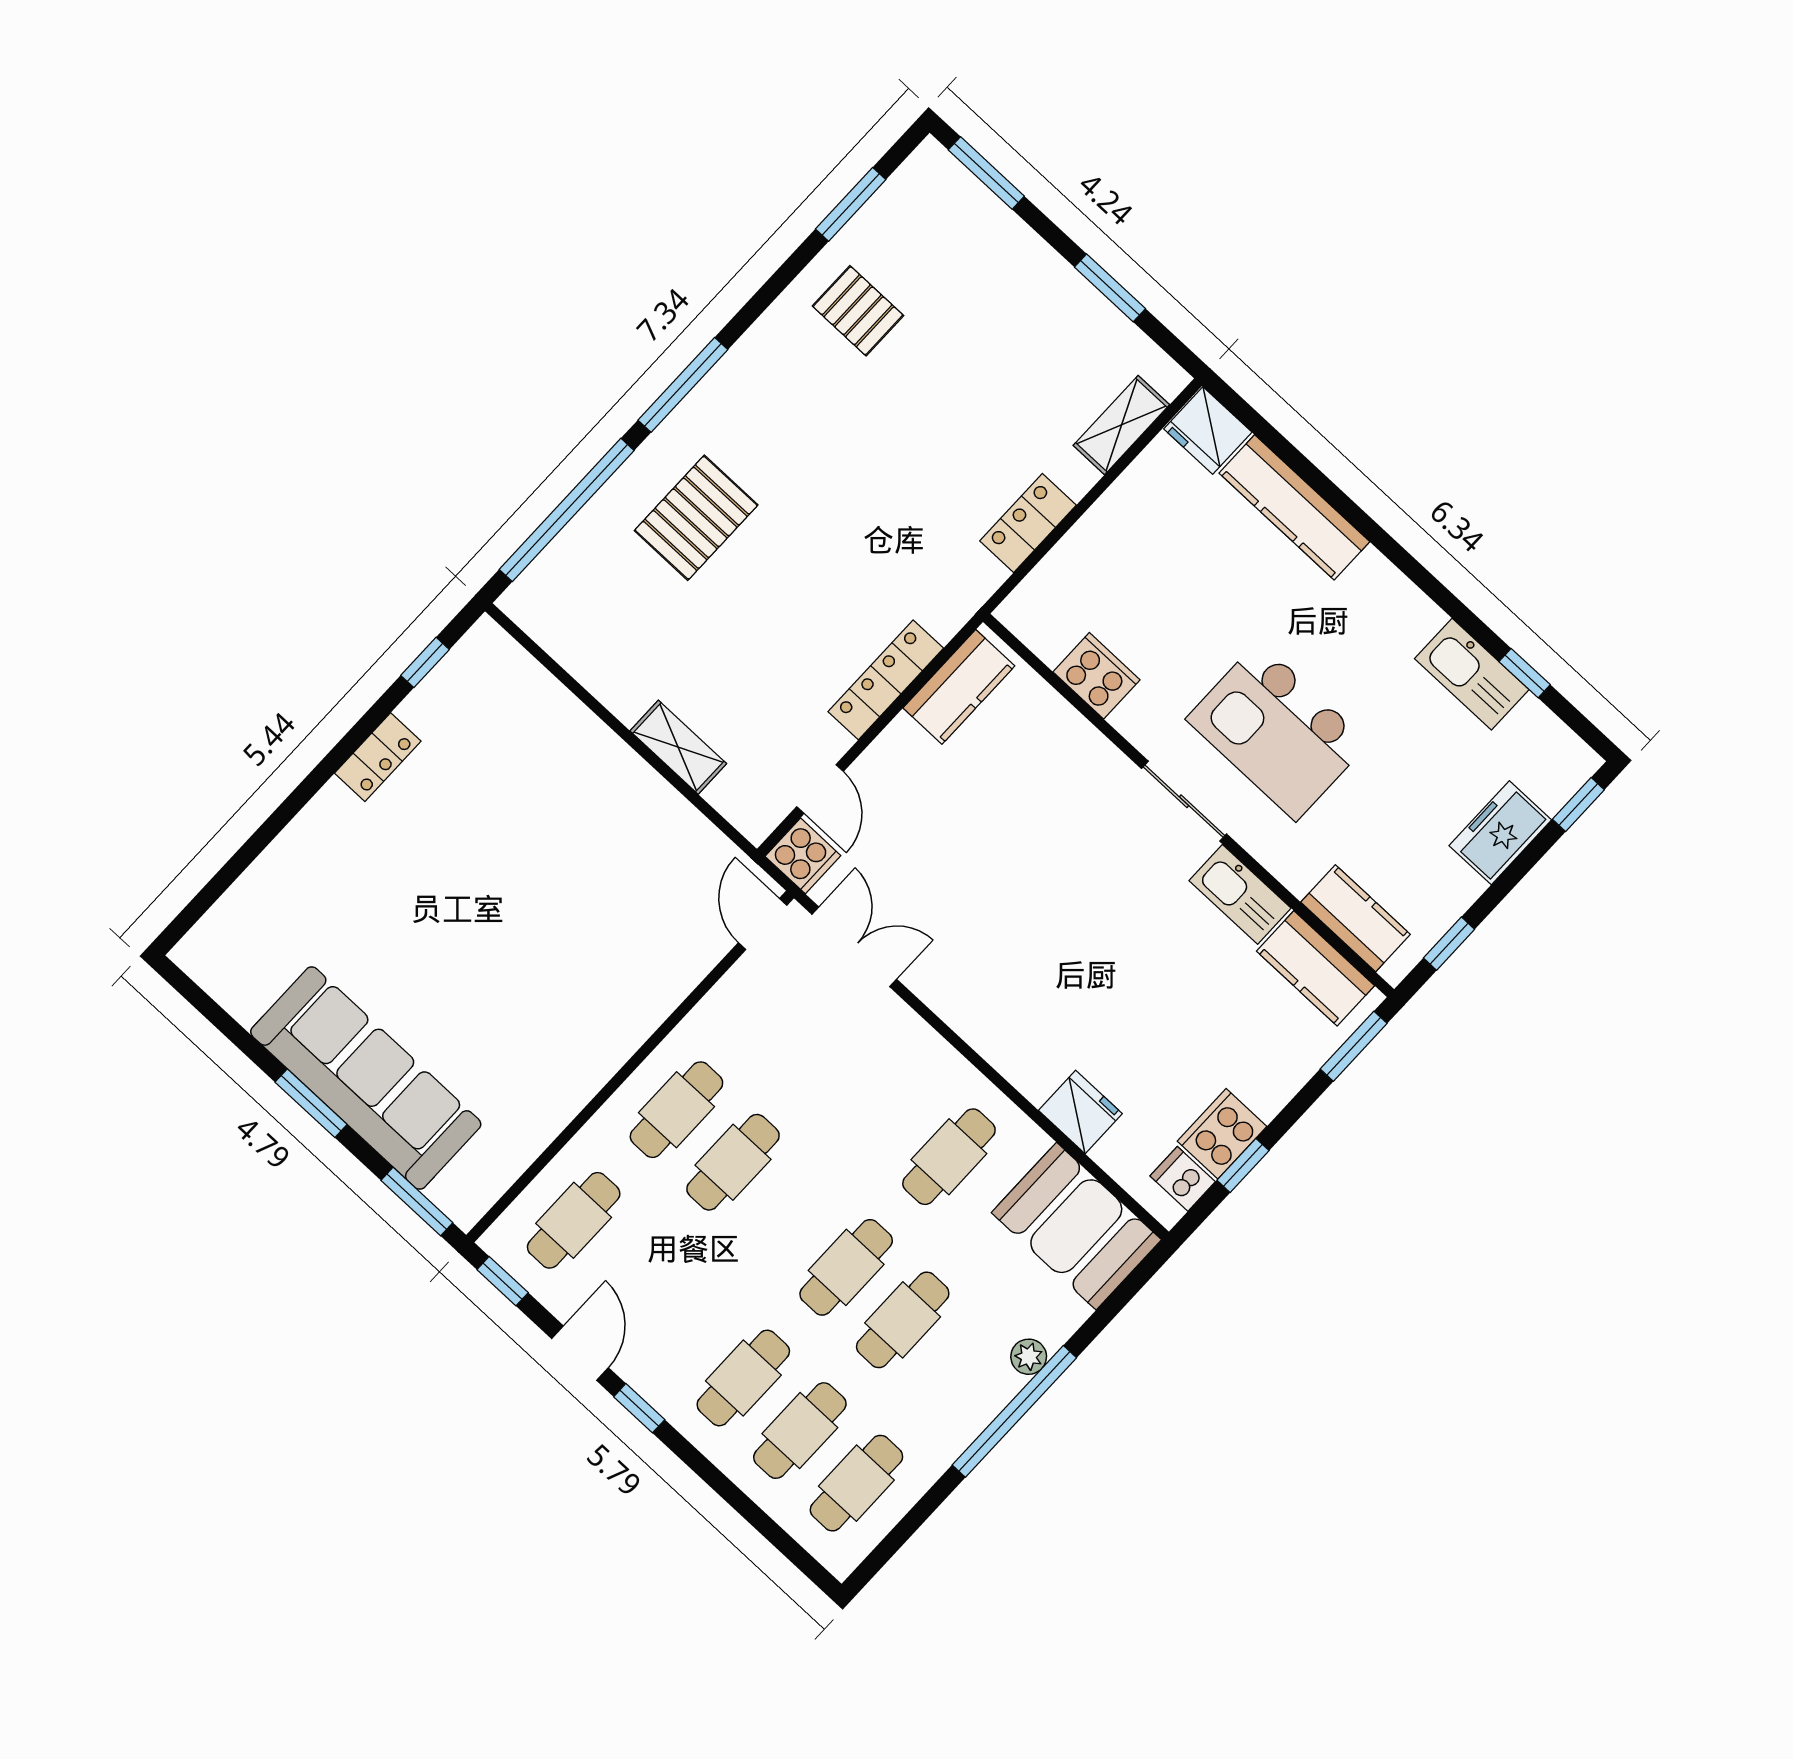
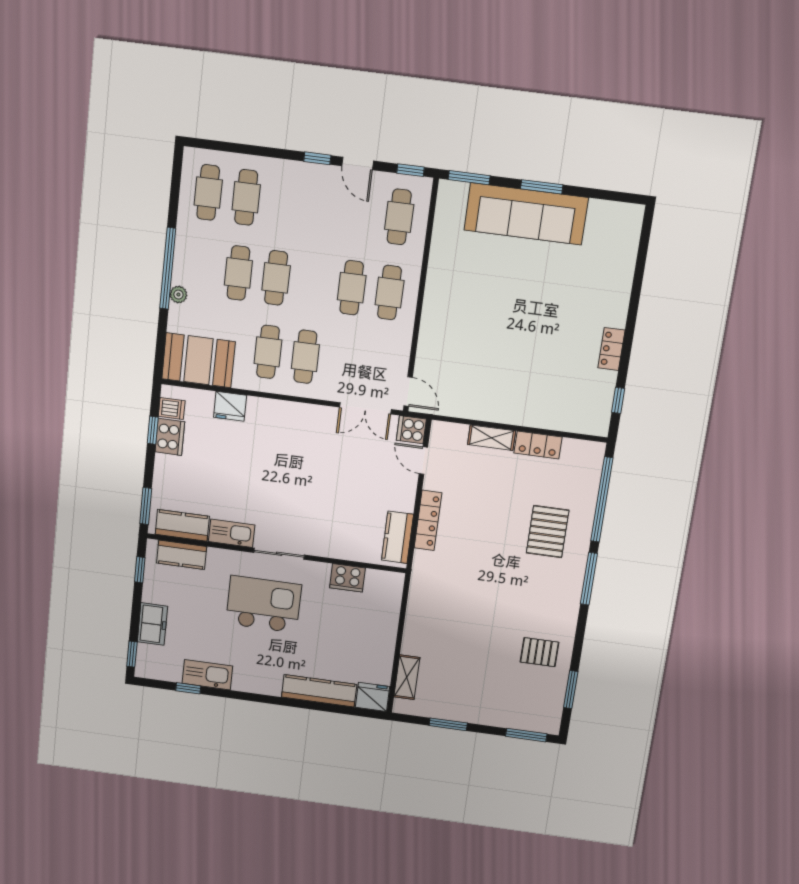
locker: (1028, 523) -> (538, 445), moved, turned 90
cafe table: (743, 1378) -> (305, 357), moved

